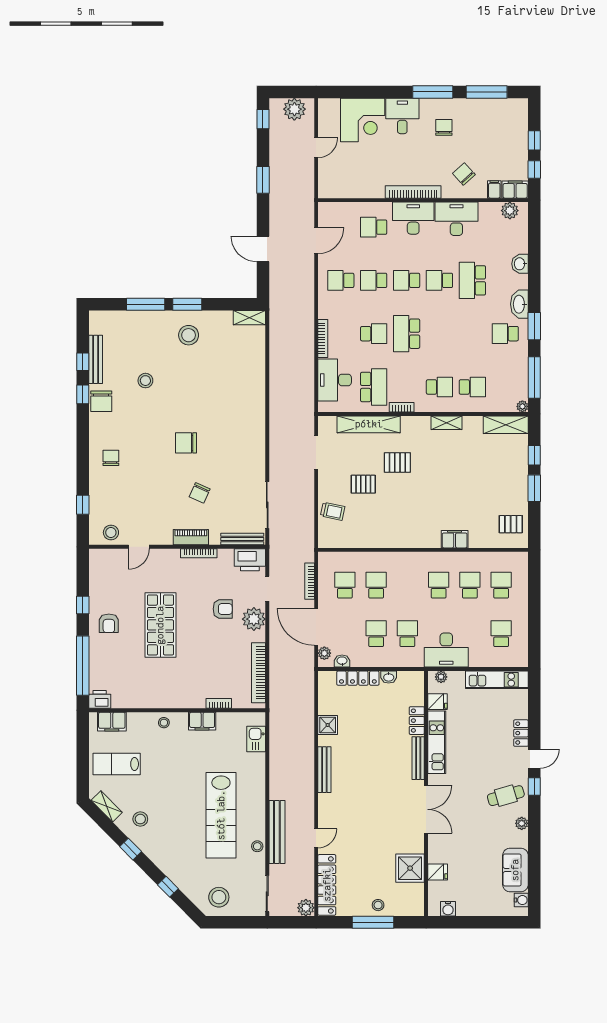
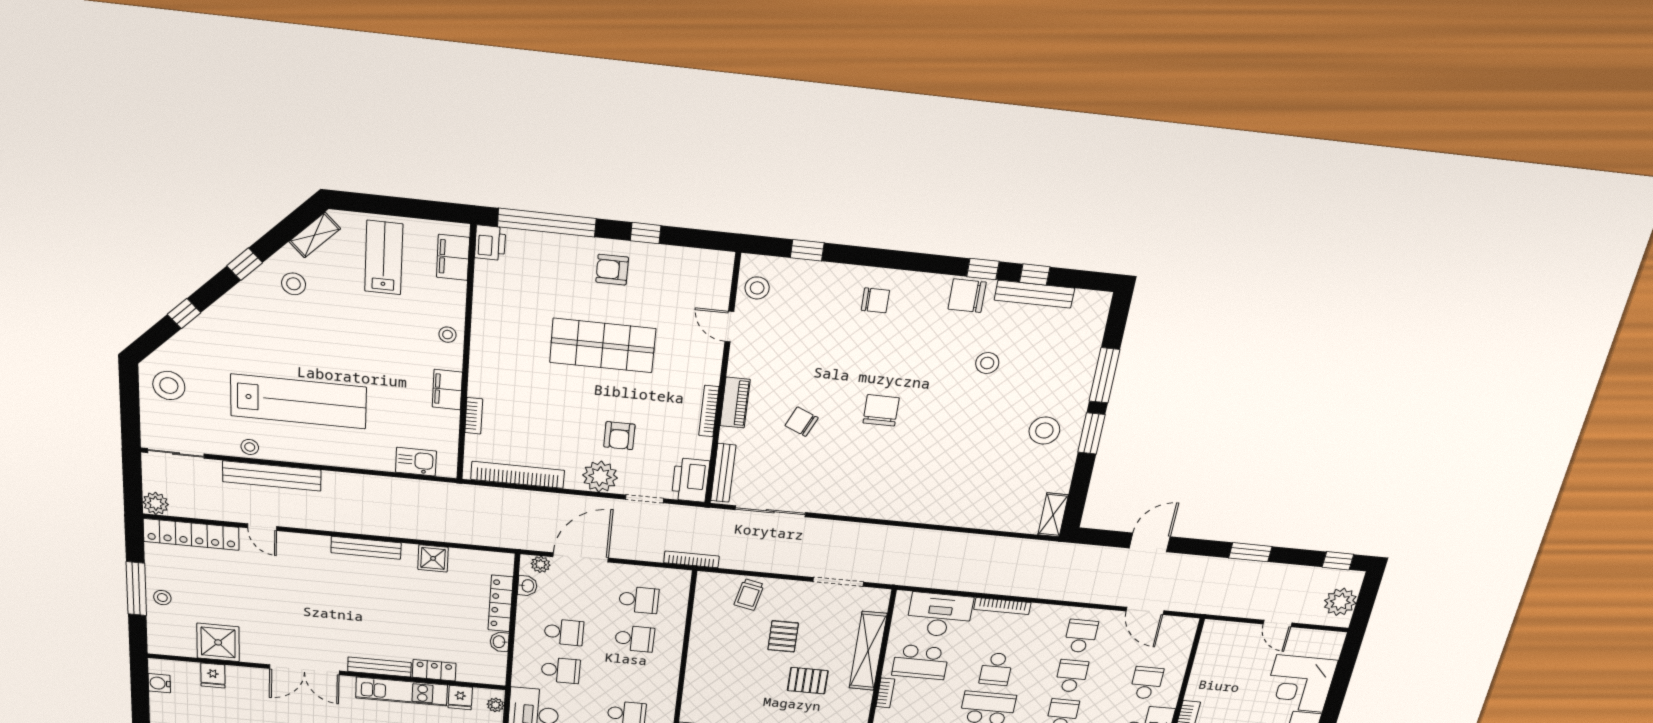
pallet: (397, 462) -> (808, 681), turned 90
bookcase: (310, 581) -> (691, 559), moved
lab bench: (221, 815) -> (299, 401), turned 180

